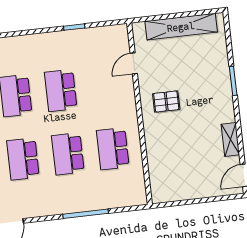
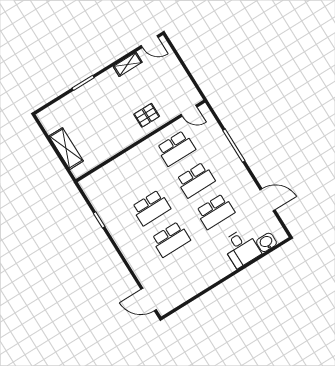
shelving: (181, 27) -> (66, 149), width x0.68
door: (134, 63) -> (189, 111), moved
pallet: (166, 101) -> (147, 115), moved, turned 90

